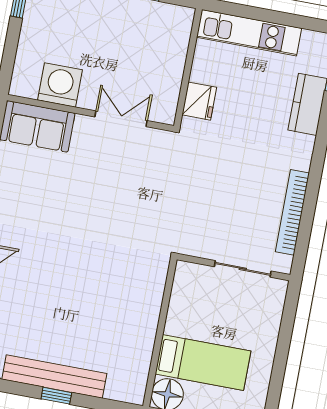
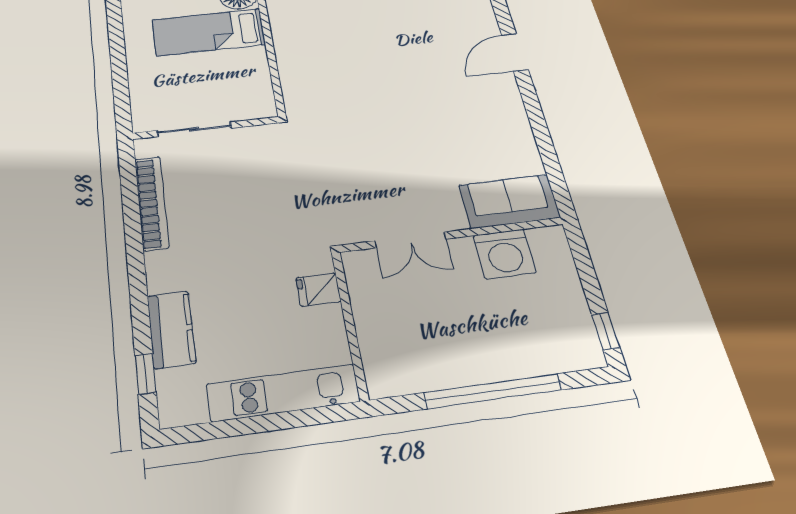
fridge: (199, 101) -> (318, 290), width x0.72

